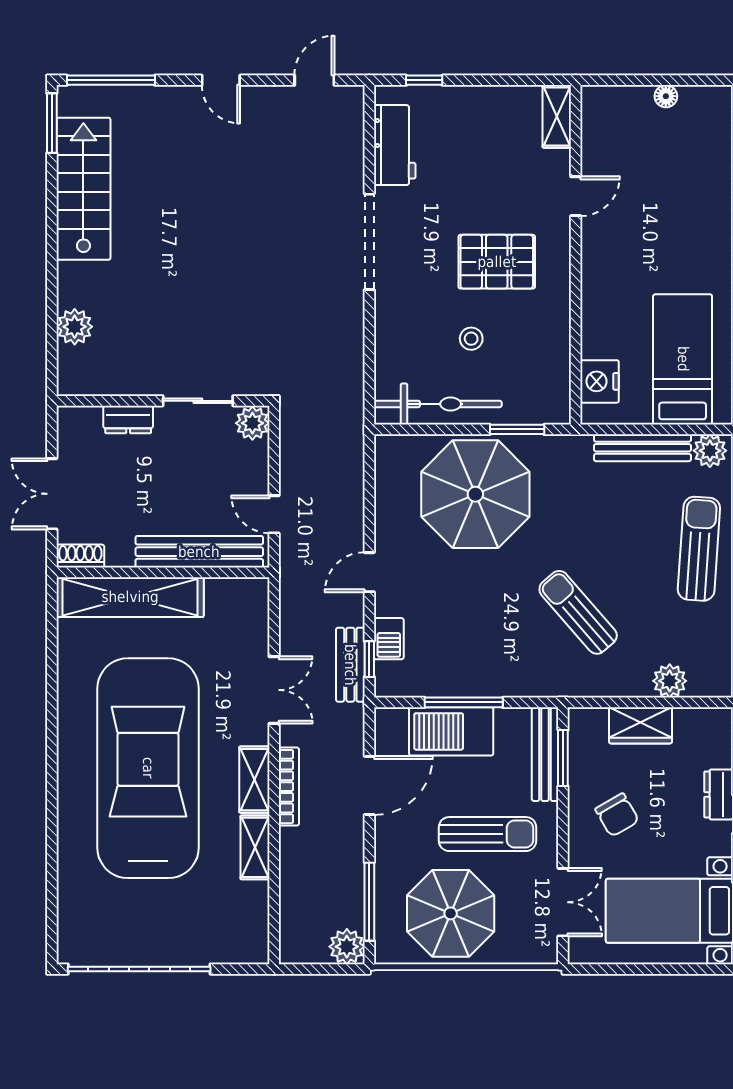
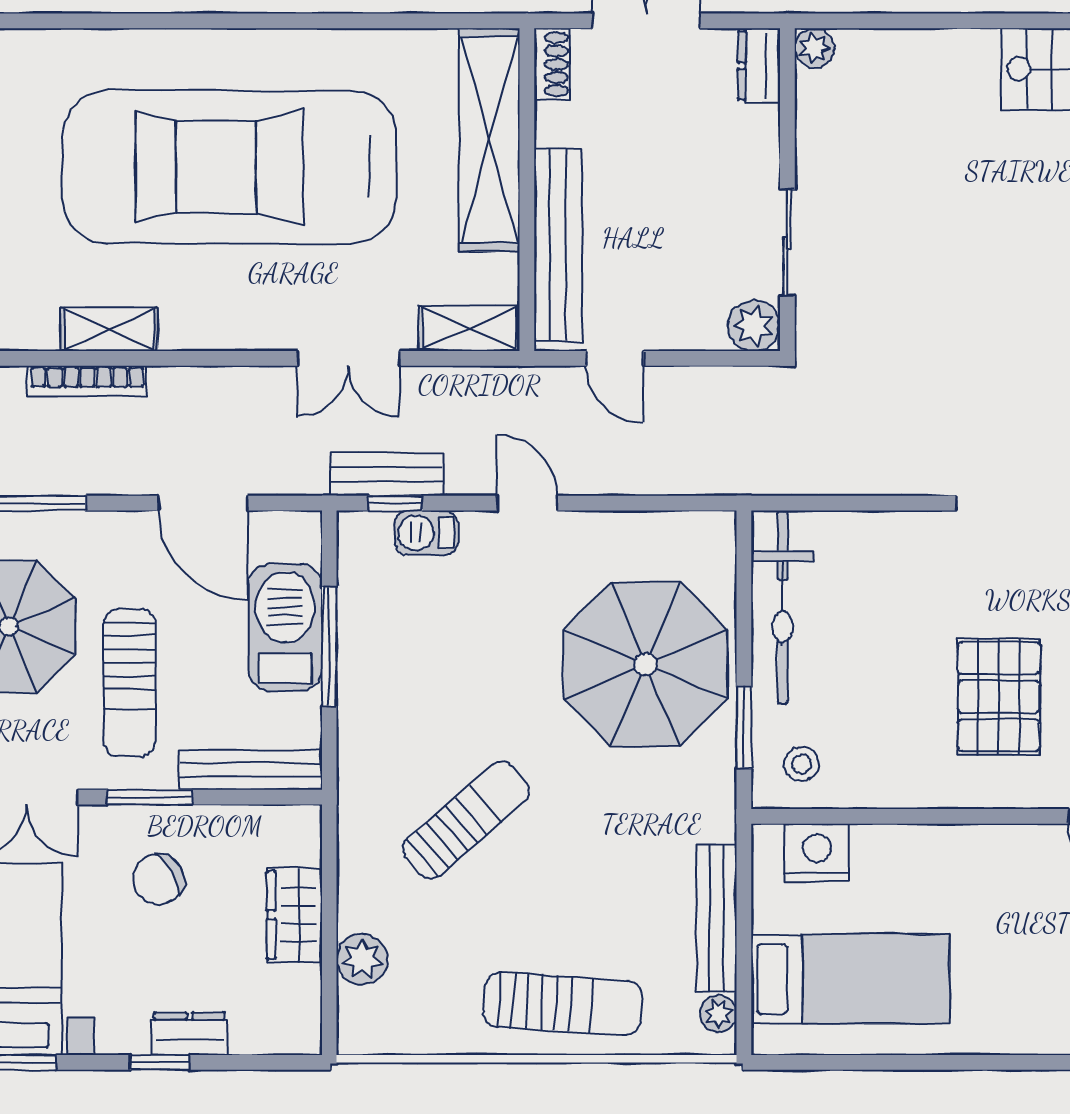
plant: (75, 327) -> (814, 48), moved, width x0.73, depth x0.73
stool: (471, 339) -> (801, 764), moved
dresser: (128, 419) -> (759, 66), moved
plant: (710, 451) -> (718, 1014), width x0.73, depth x0.73
door: (274, 514) -> (615, 358), swing flipped
window: (563, 758) -> (149, 797), moved
car: (148, 768) -> (229, 167), turned 180
shelving: (254, 780) -> (469, 328), moved
bookcase: (289, 787) -> (87, 381), moved

